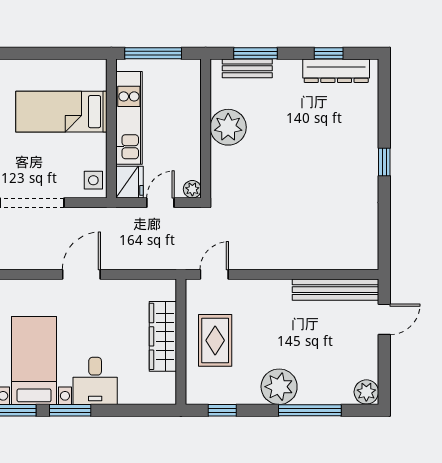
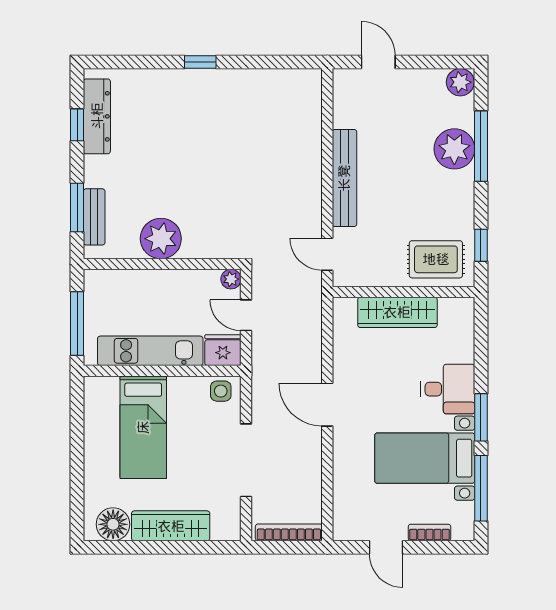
bench: (336, 290) -> (344, 178), moved
rug: (215, 340) -> (436, 259), moved
plant: (279, 387) -> (454, 149), moved

